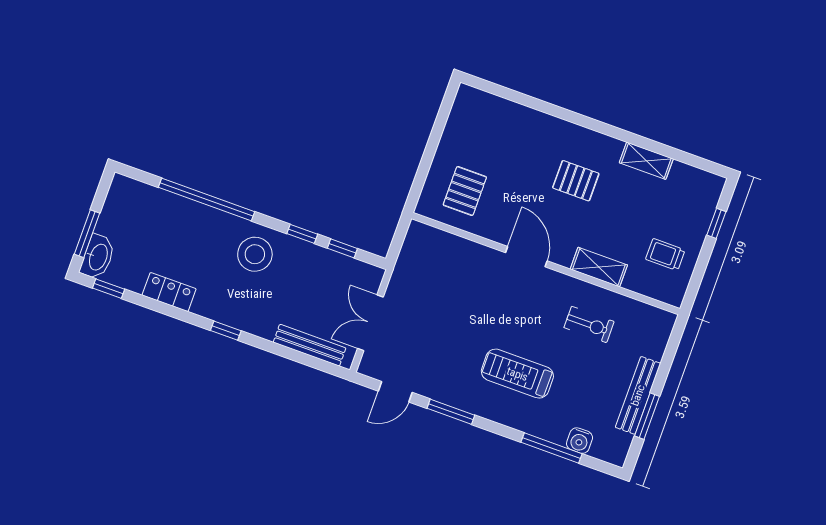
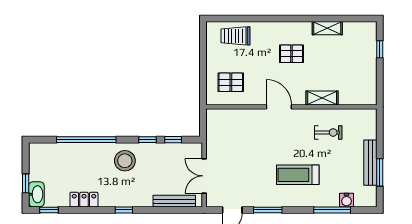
pallet: (465, 191) -> (231, 82), turned 90
window: (87, 234) -> (26, 183), width x0.67
trolley: (665, 255) -> (235, 36), moved, width x1.36, depth x1.39

